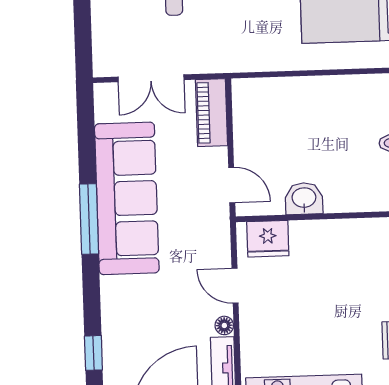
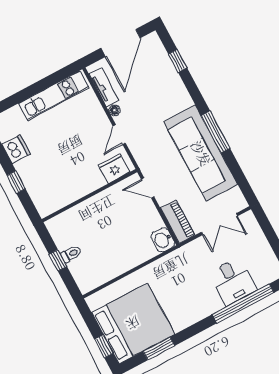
double door: (151, 78) -> (219, 224), swing flipped
washbasin: (304, 198) -> (163, 240), moved, turned 90
door: (235, 286) -> (119, 135), swing flipped

